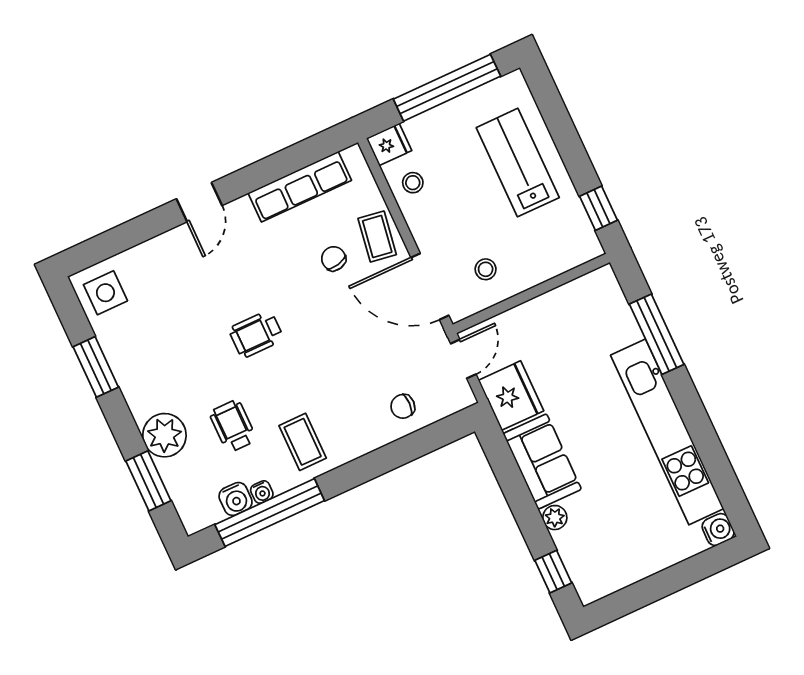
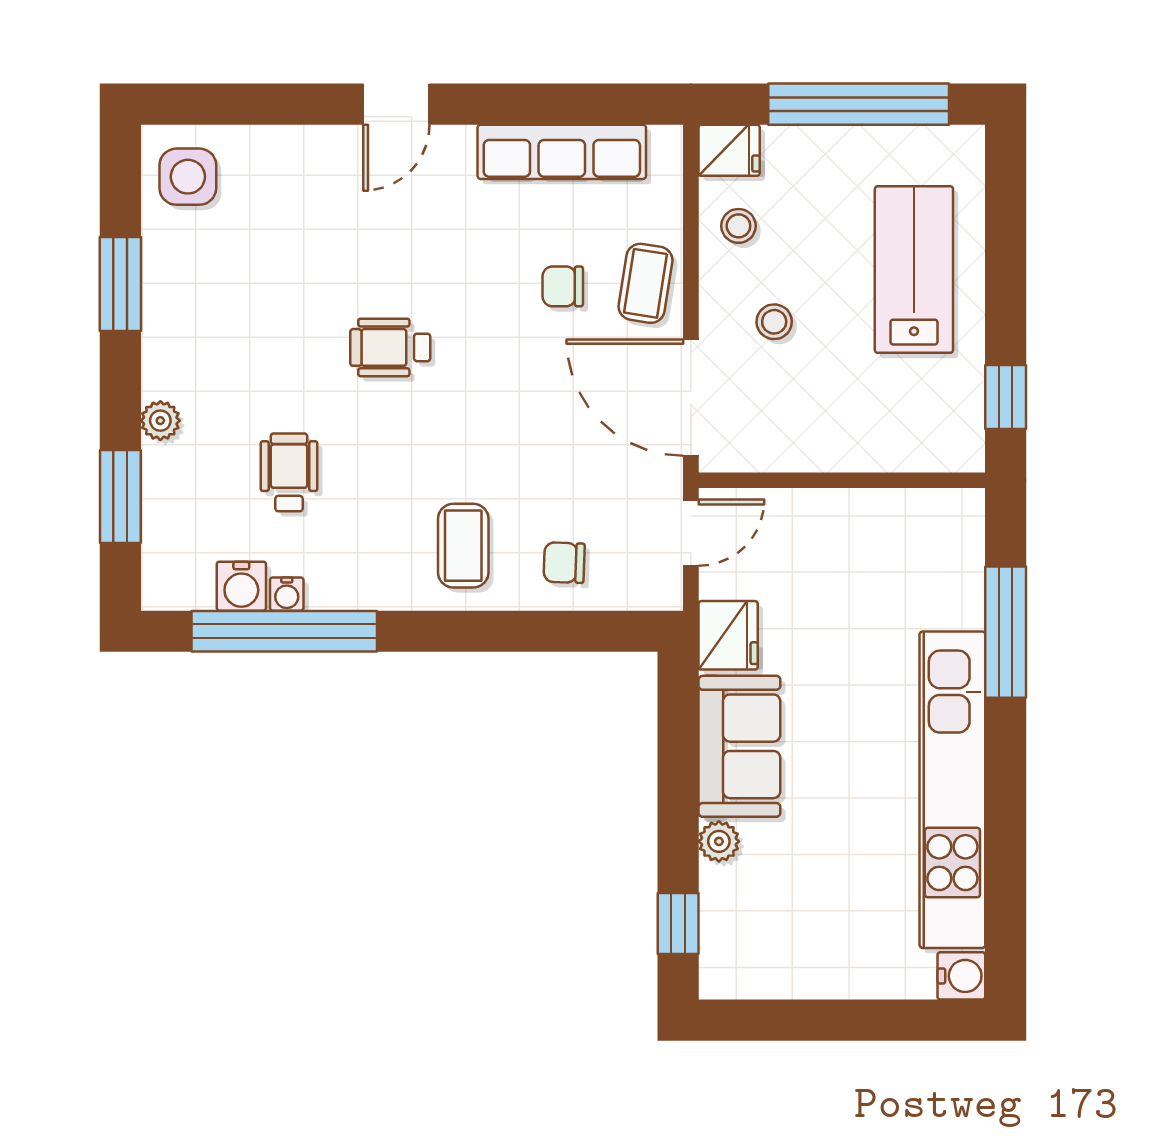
chair: (334, 259) -> (563, 286), turned -78
stool: (486, 269) -> (774, 322), moved
fridge: (511, 396) -> (728, 635), width x0.73, depth x0.75
plant: (164, 435) -> (160, 421), width x0.53, depth x0.53
coffee table: (303, 442) -> (463, 546), moved

